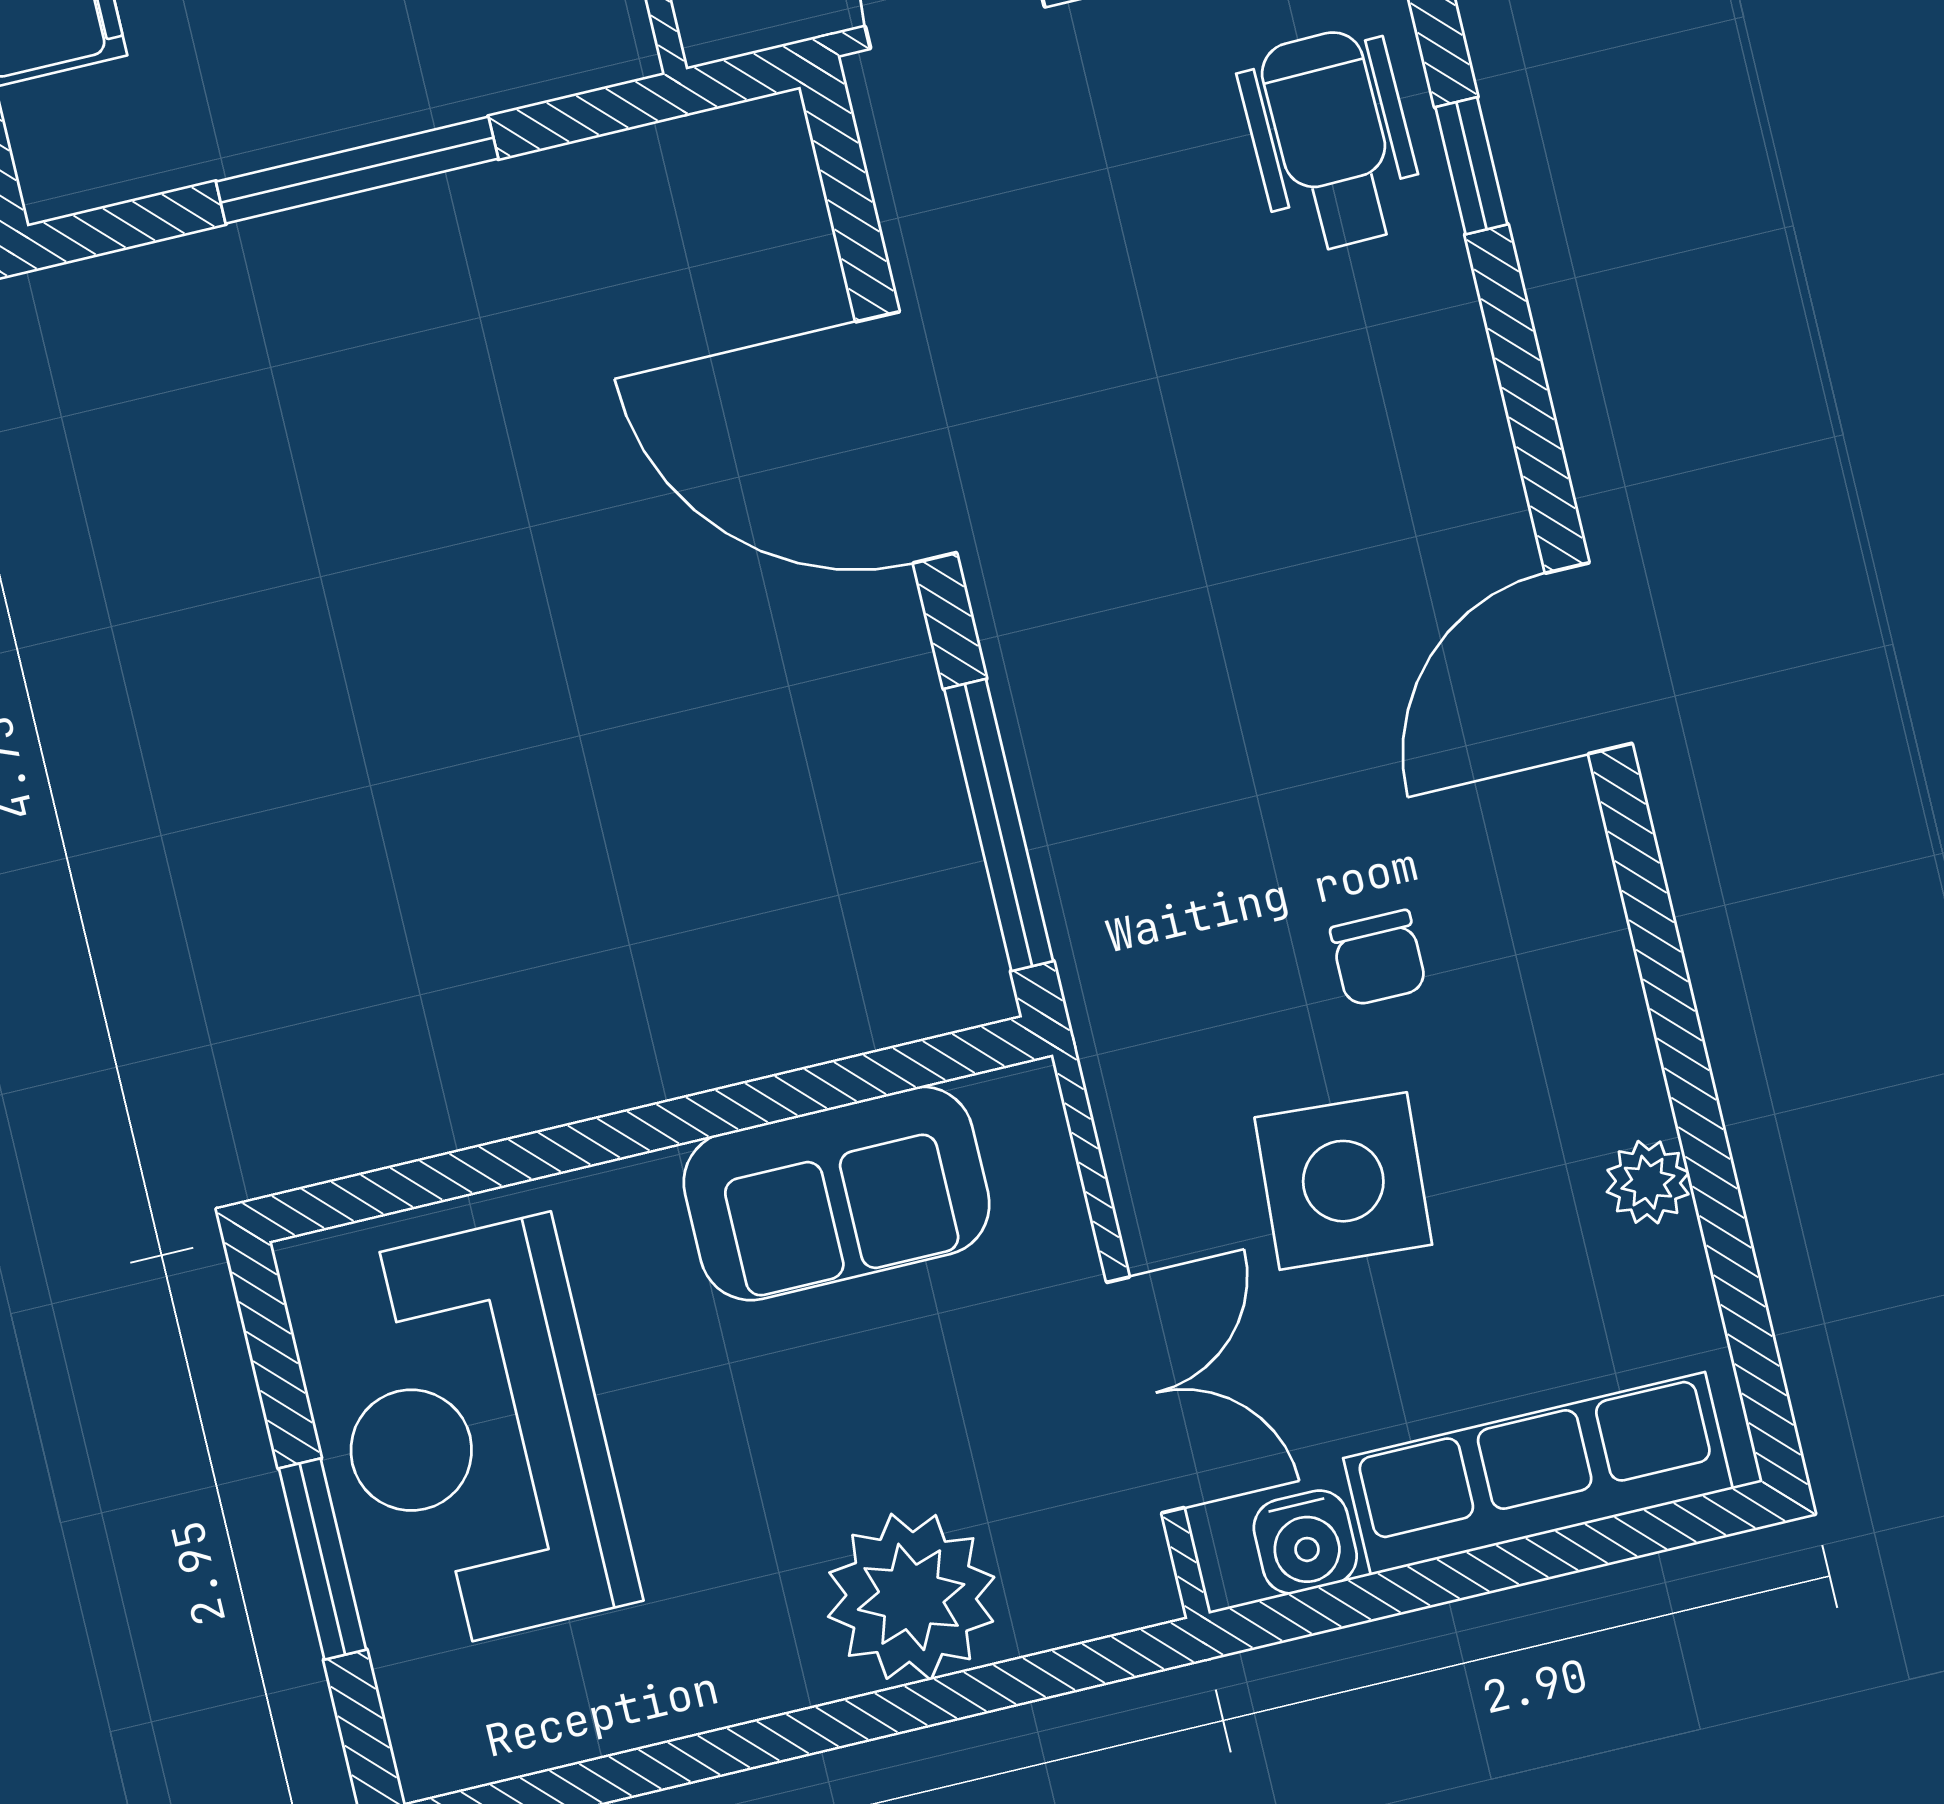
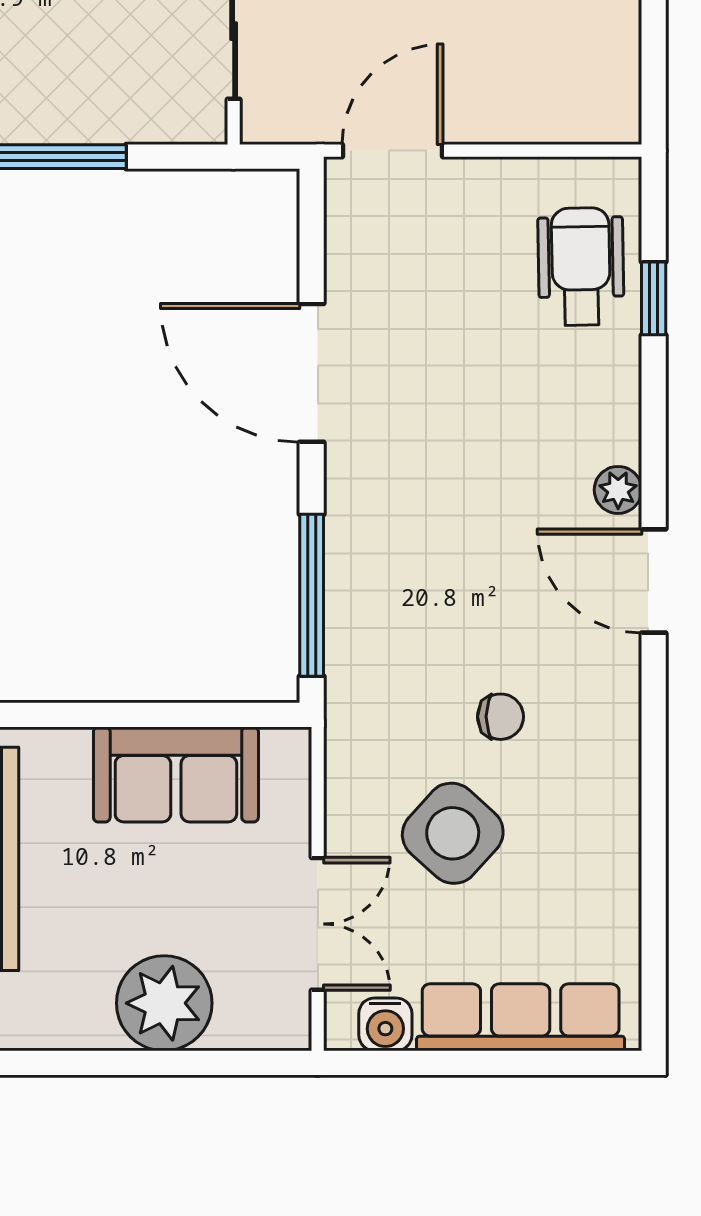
door: (1589, 658) -> (654, 581), hinge flipped
chair: (1378, 958) -> (501, 717), turned -90
side table: (1343, 1181) -> (453, 833), turned 38
plant: (1648, 1182) -> (618, 490), moved

